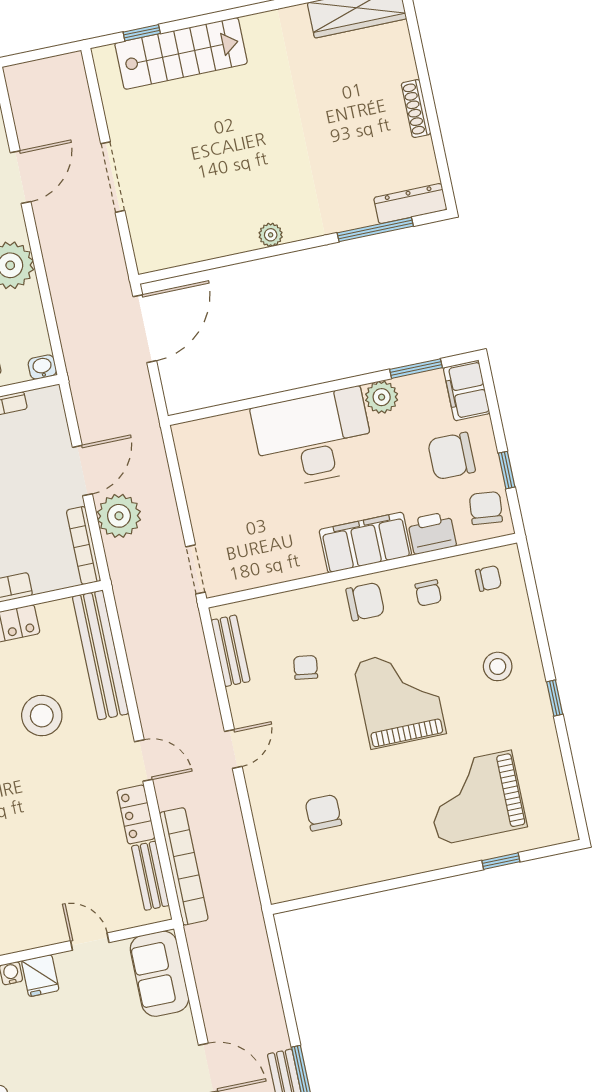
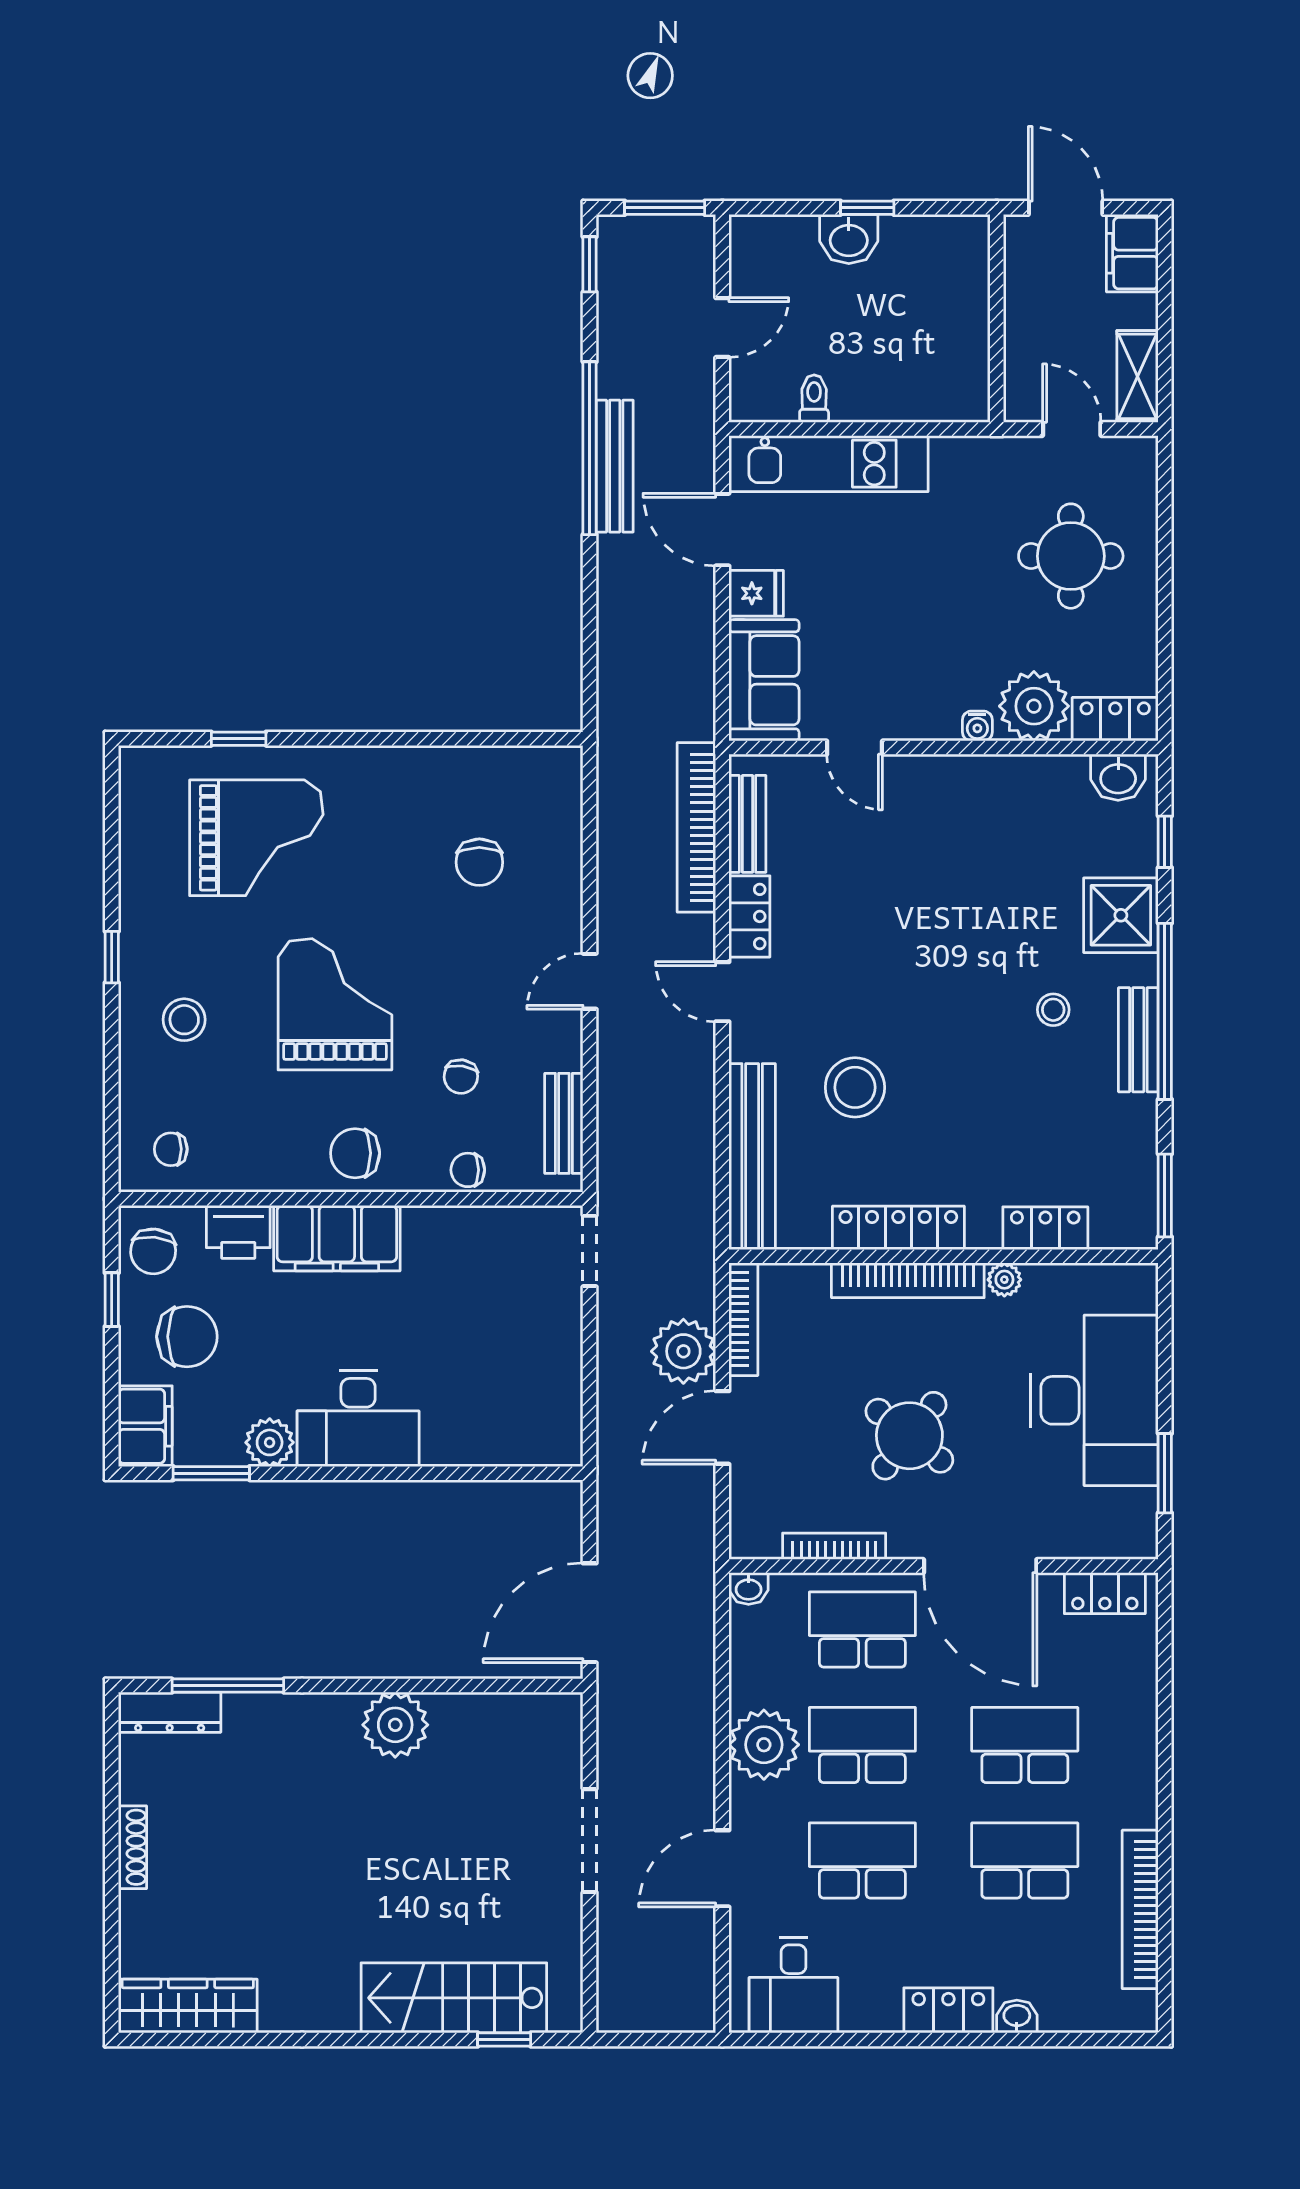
plant: (271, 235) -> (395, 1725), width x1.88, depth x1.88
desk: (313, 438) -> (358, 1419), width x0.73, depth x0.77
chair: (428, 593) -> (468, 1170), moved, turned -90
grand piano: (399, 698) -> (335, 1004), turned 180
fridge: (40, 976) -> (756, 593), moved, turned 90

